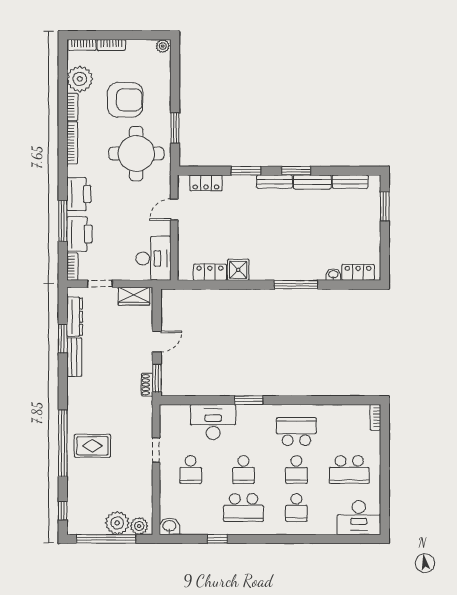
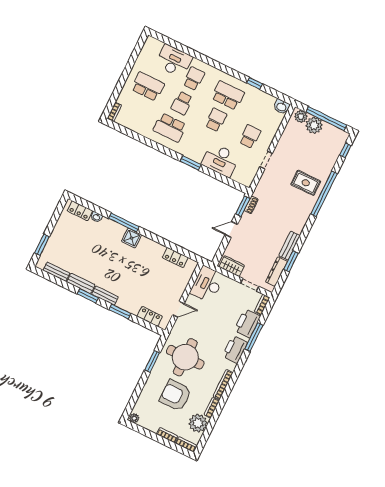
shower: (238, 270) -> (132, 238), moved
school desk: (296, 470) -> (182, 103), turned 180
desk: (359, 518) -> (174, 61), moved

